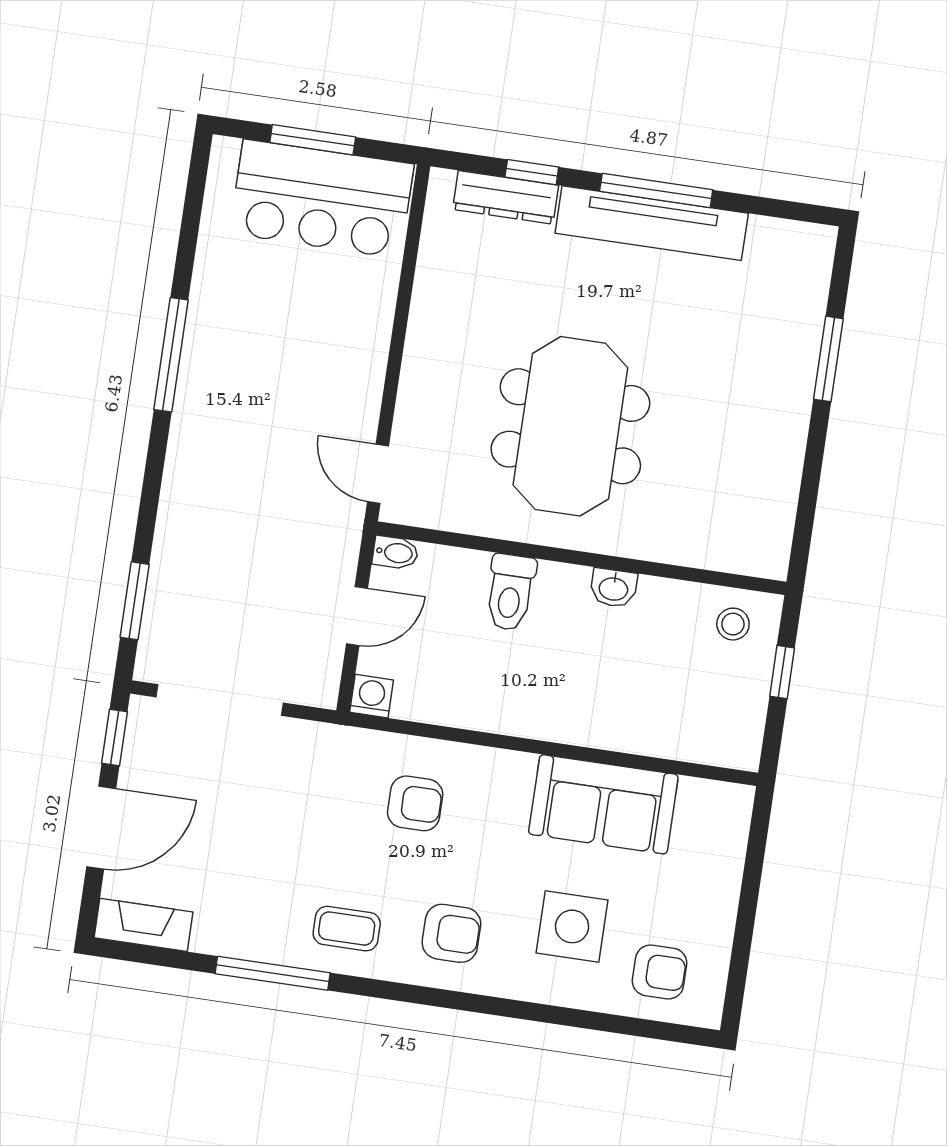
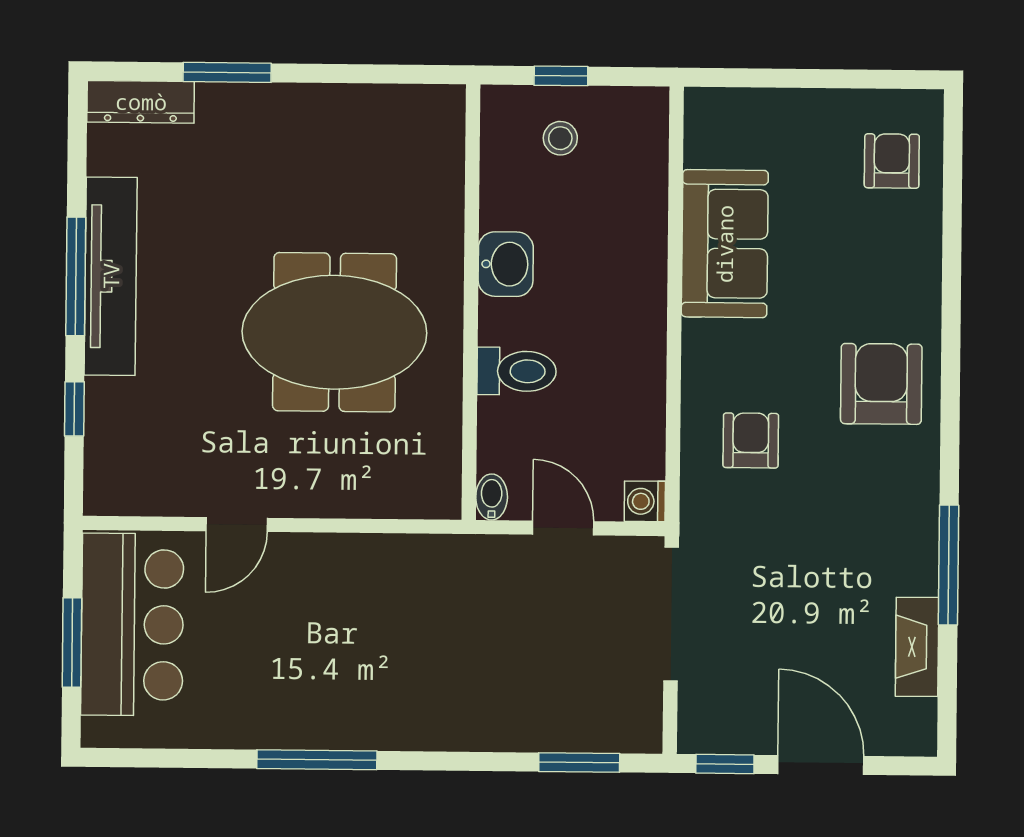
dresser: (506, 197) -> (141, 102), moved, turned 90
door: (378, 474) -> (237, 525), moved
washbasin: (614, 588) -> (506, 264), width x1.38, depth x1.45
stool: (733, 624) -> (560, 138), moved
doorway: (220, 700) -> (671, 614), moved
fireplace: (143, 925) -> (917, 647), moved
side table: (572, 926) -> (857, 259), removed
coffee table: (347, 929) -> (891, 494), removed
armchair: (451, 933) -> (881, 384), width x1.38, depth x1.38

